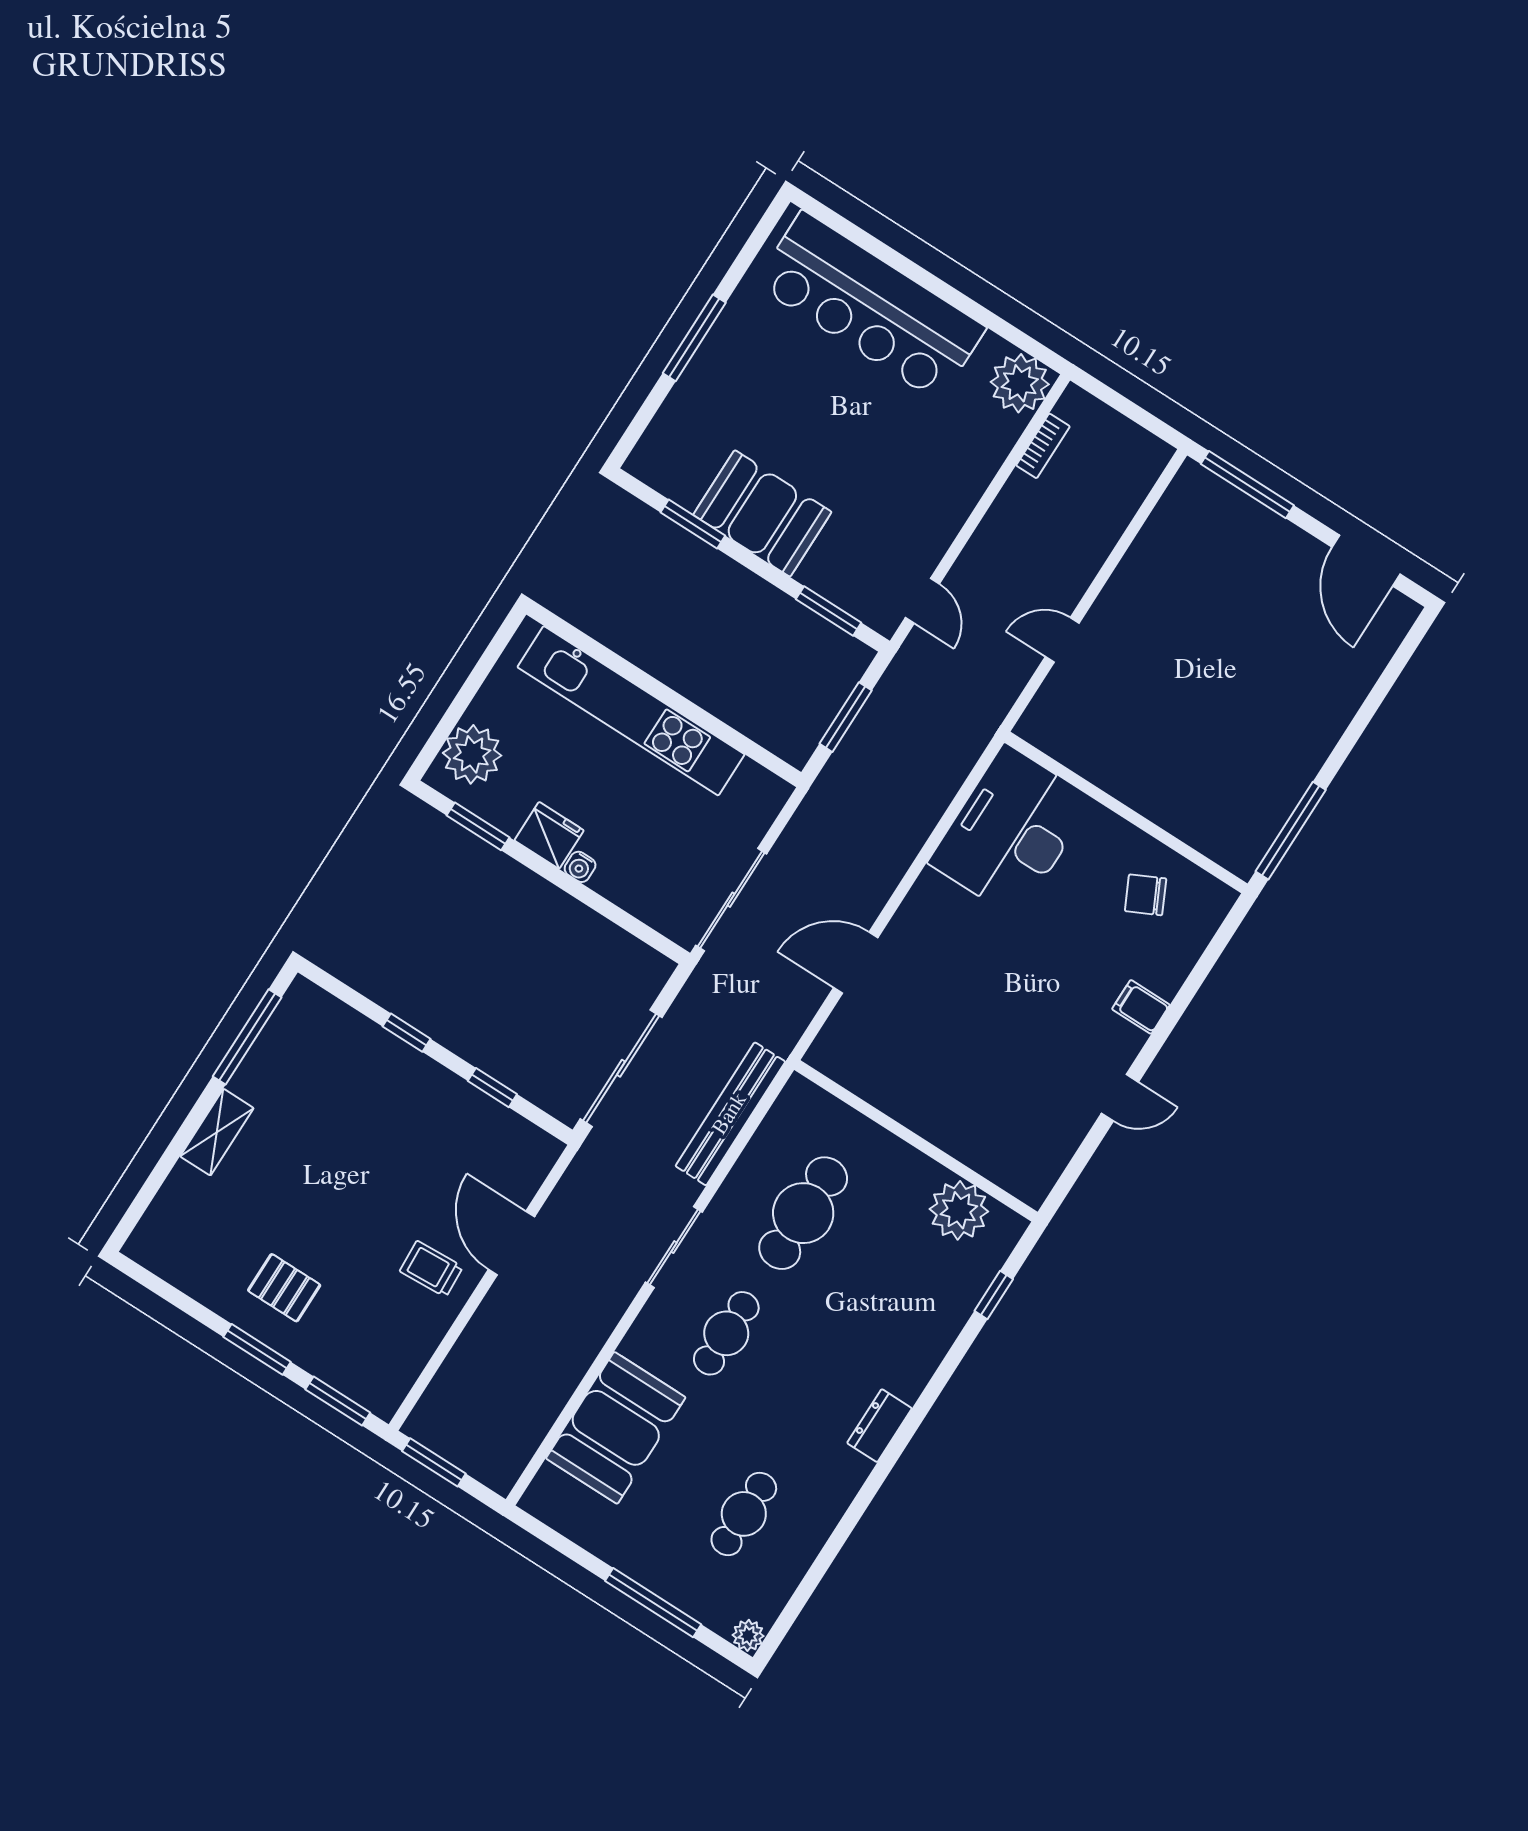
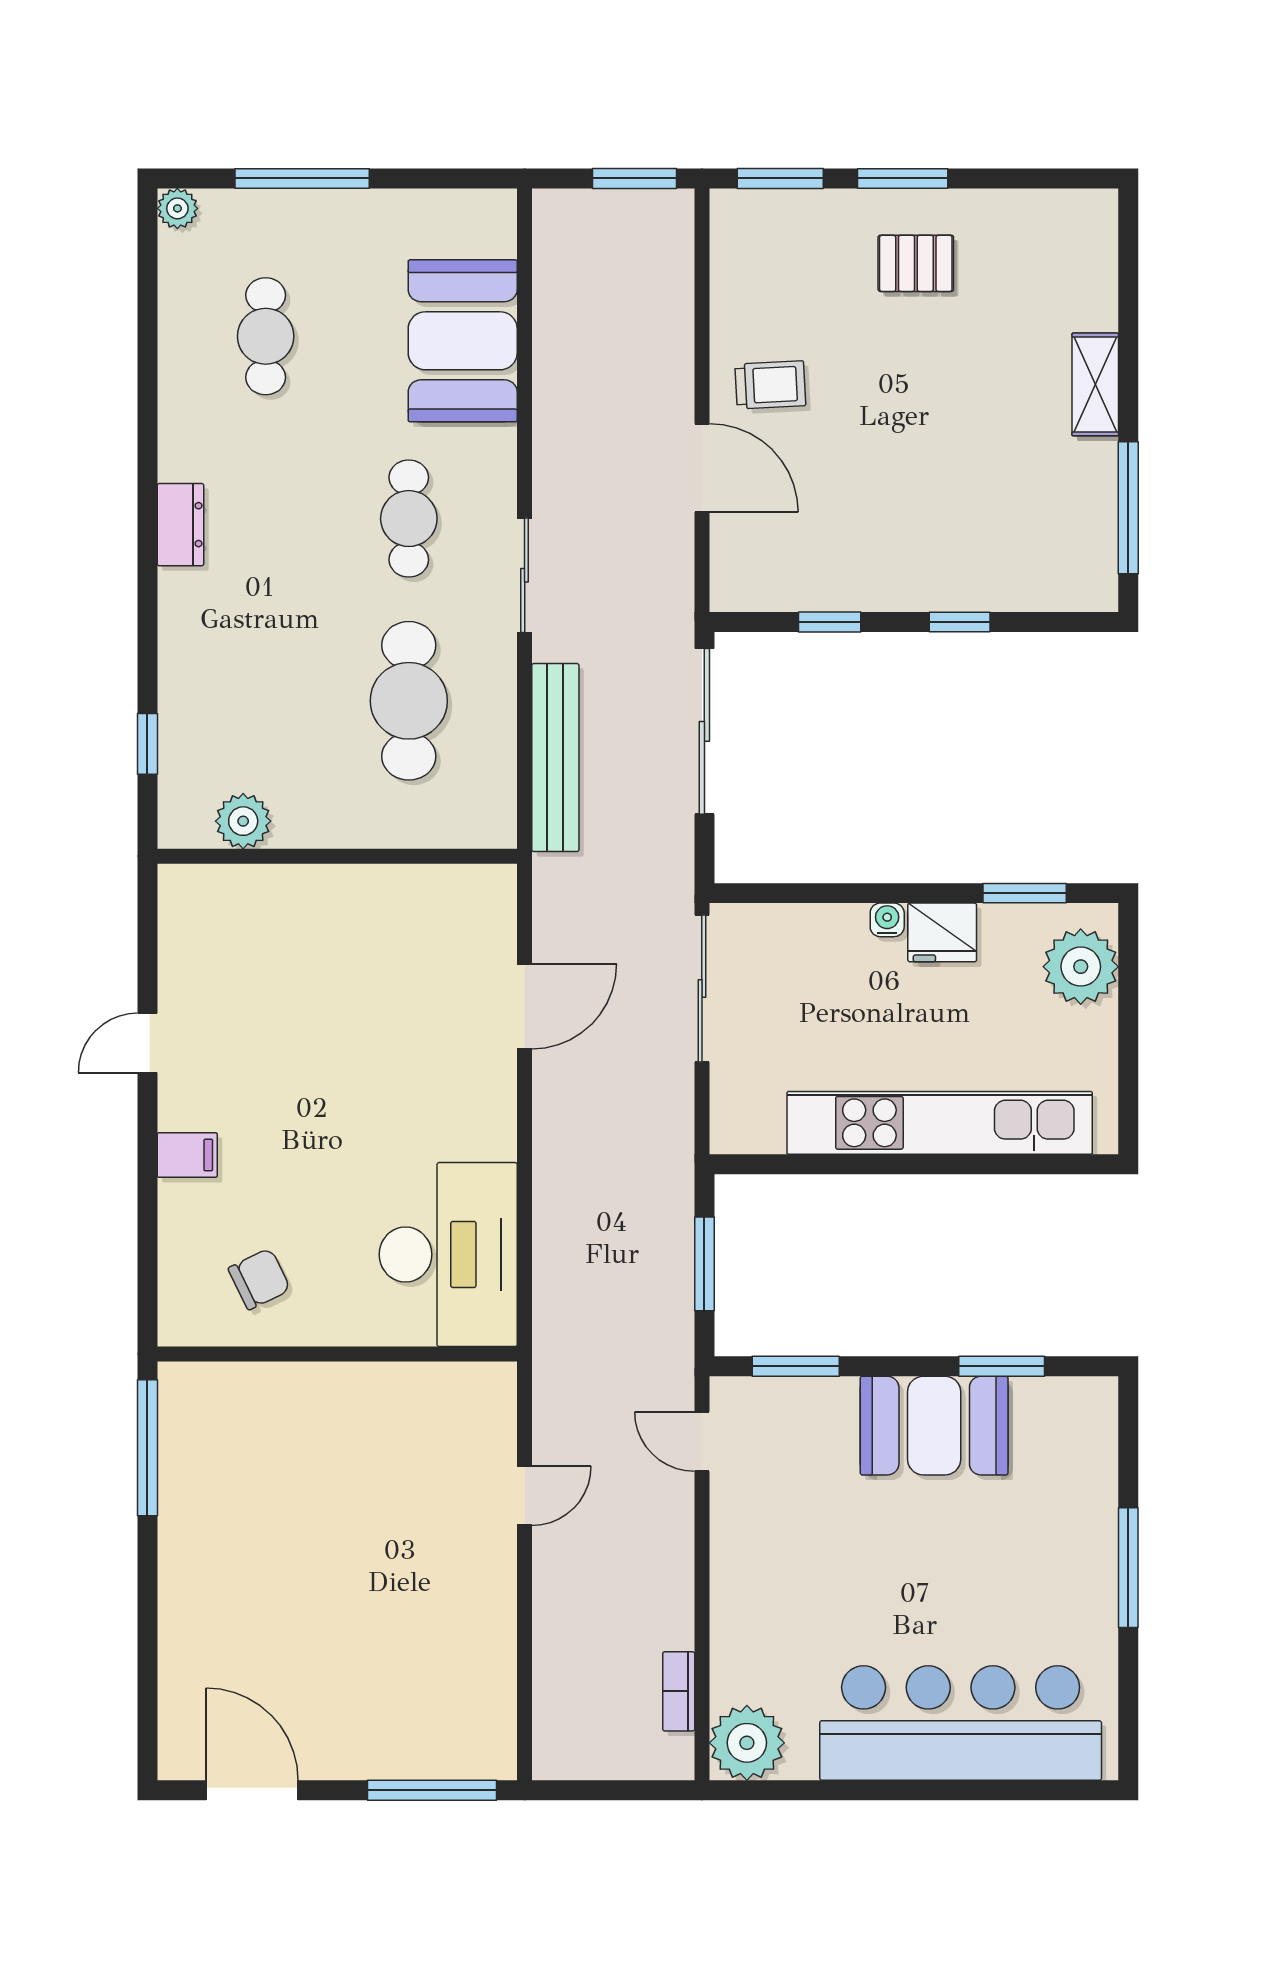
plant: (959, 1210) -> (243, 821), width x0.73, depth x0.73

